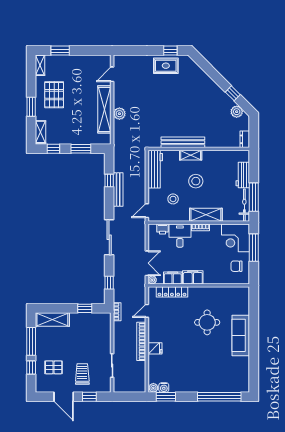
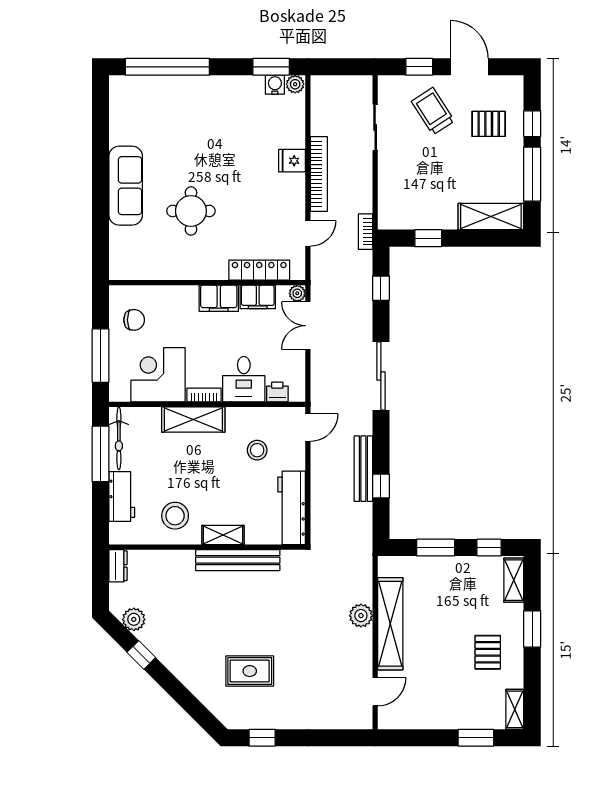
rug: (166, 66) -> (250, 671), moved
pallet: (54, 95) -> (488, 652), width x0.67, depth x0.71
stool: (196, 181) -> (175, 516), moved
corner desk: (236, 238) -> (158, 375), moved, turned -90
trolley: (82, 374) -> (433, 111), turned 147

